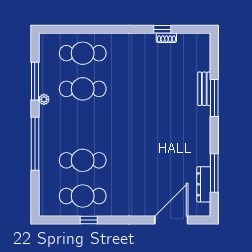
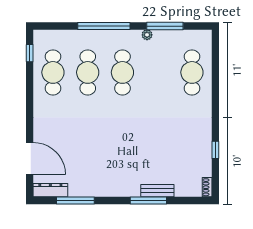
shoe rack: (166, 38) -> (207, 187), moved
cafe table: (83, 89) -> (122, 72), moved
dresser: (204, 184) -> (50, 190), moved
window: (89, 220) -> (30, 53), moved

